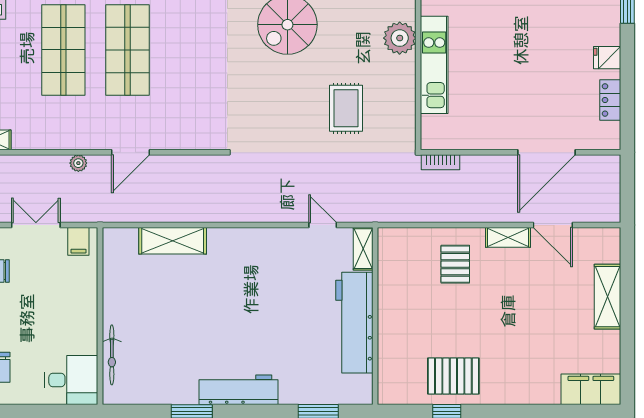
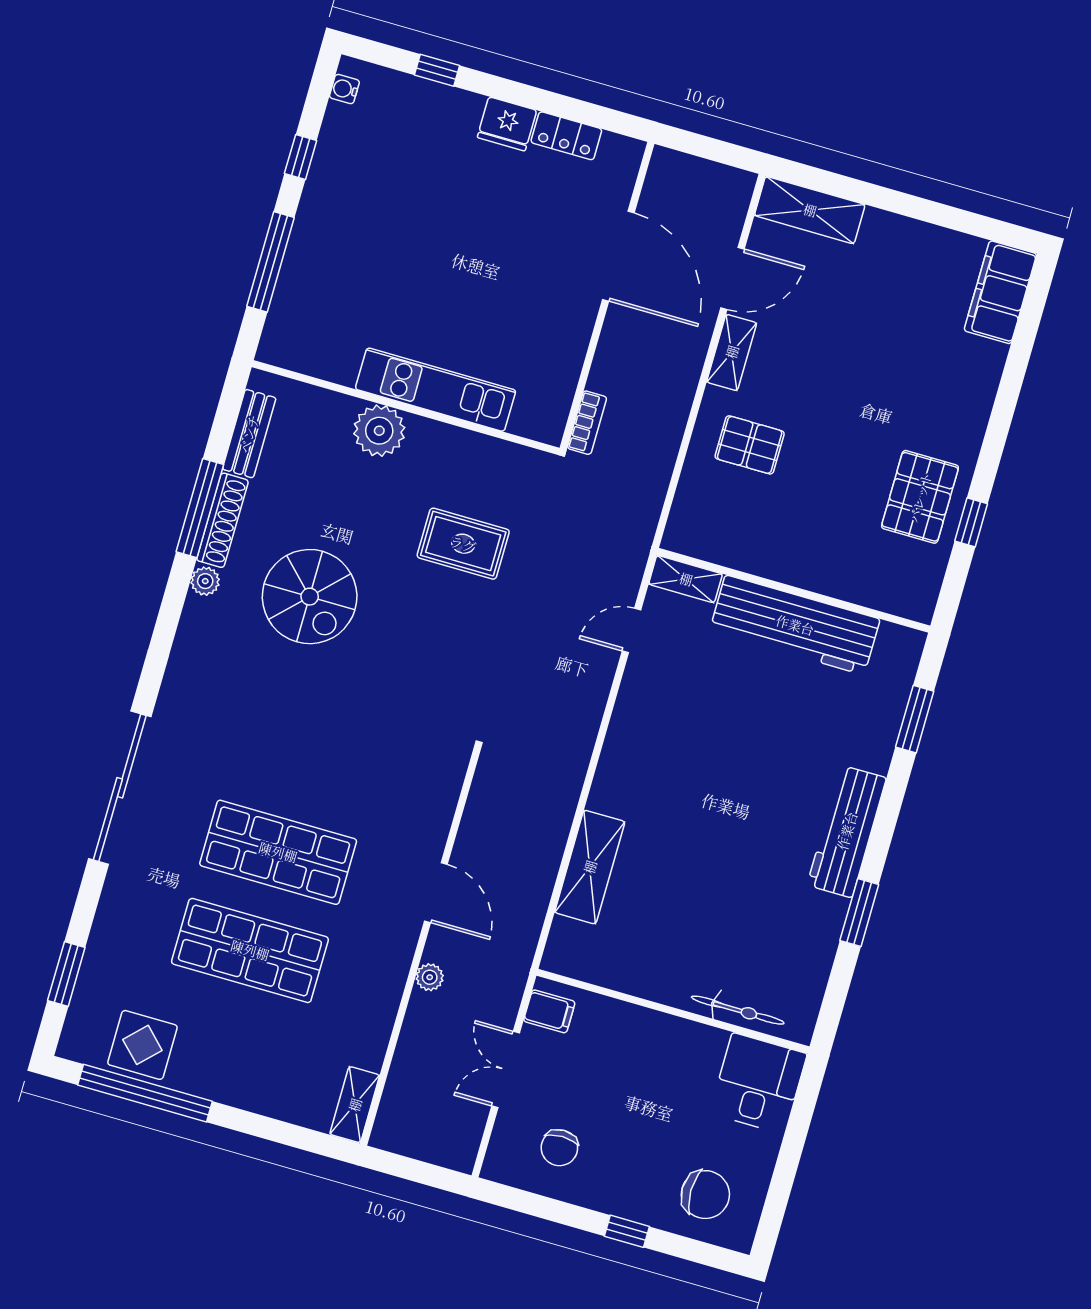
fridge: (607, 58) -> (507, 124), width x1.38
shelving: (607, 297) -> (810, 210), moved

